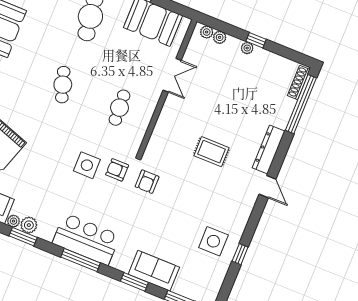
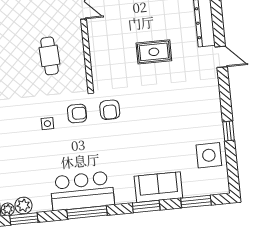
side table: (87, 165) -> (47, 124), width x0.54, depth x0.54
armchair: (117, 170) -> (77, 113), turned 180
side table: (213, 241) -> (209, 155), moved

